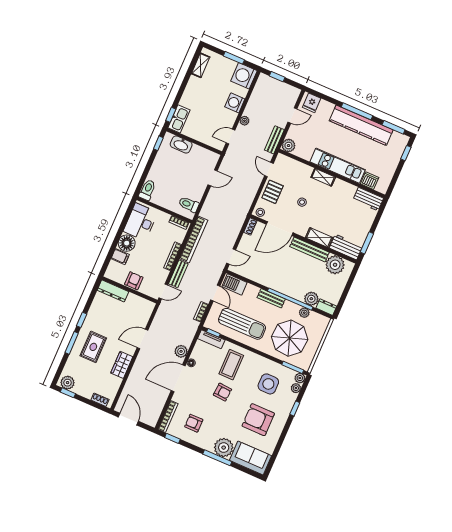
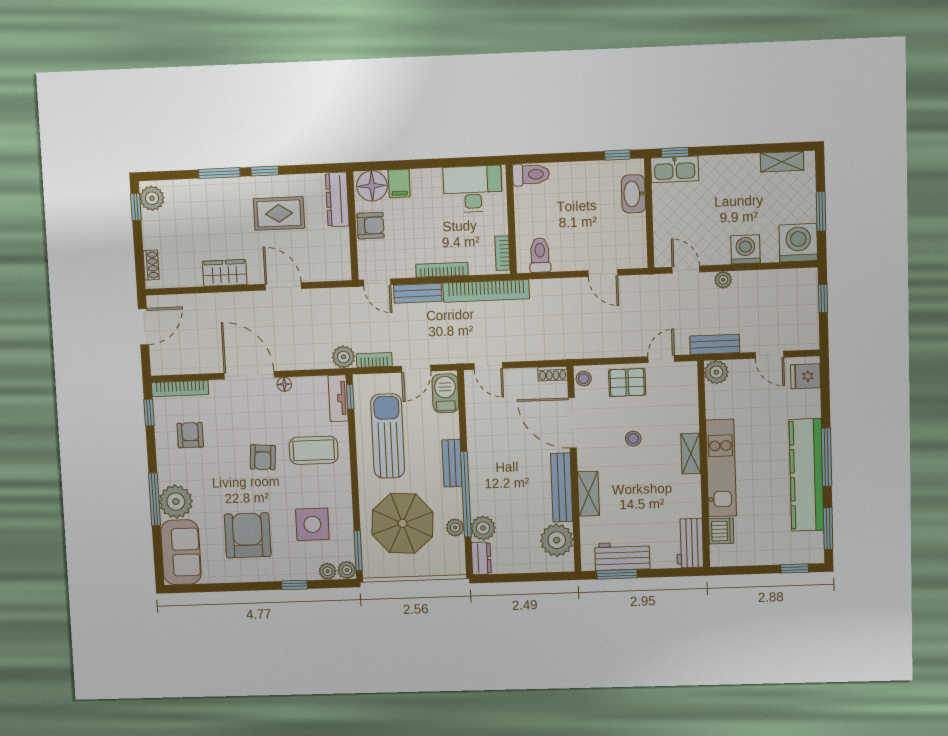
floor lamp: (127, 243) -> (372, 186), moved
workbench: (346, 247) -> (622, 556), moved, turned -90
sun lounger: (242, 324) -> (388, 436), turned 180
rug: (93, 347) -> (279, 213), moved
plant: (181, 351) -> (343, 357), moved

